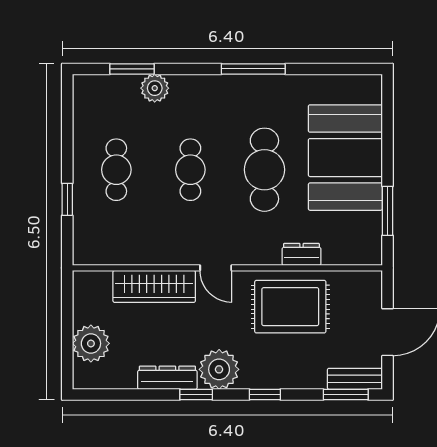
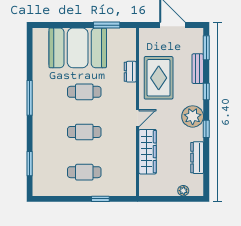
plant: (155, 88) -> (40, 151), removed
cafe table: (264, 170) -> (84, 92), width x0.73, depth x0.74
plant: (91, 343) -> (183, 191), width x0.53, depth x0.53
dresser: (167, 378) -> (197, 158), moved
bench: (355, 379) -> (198, 69), moved

